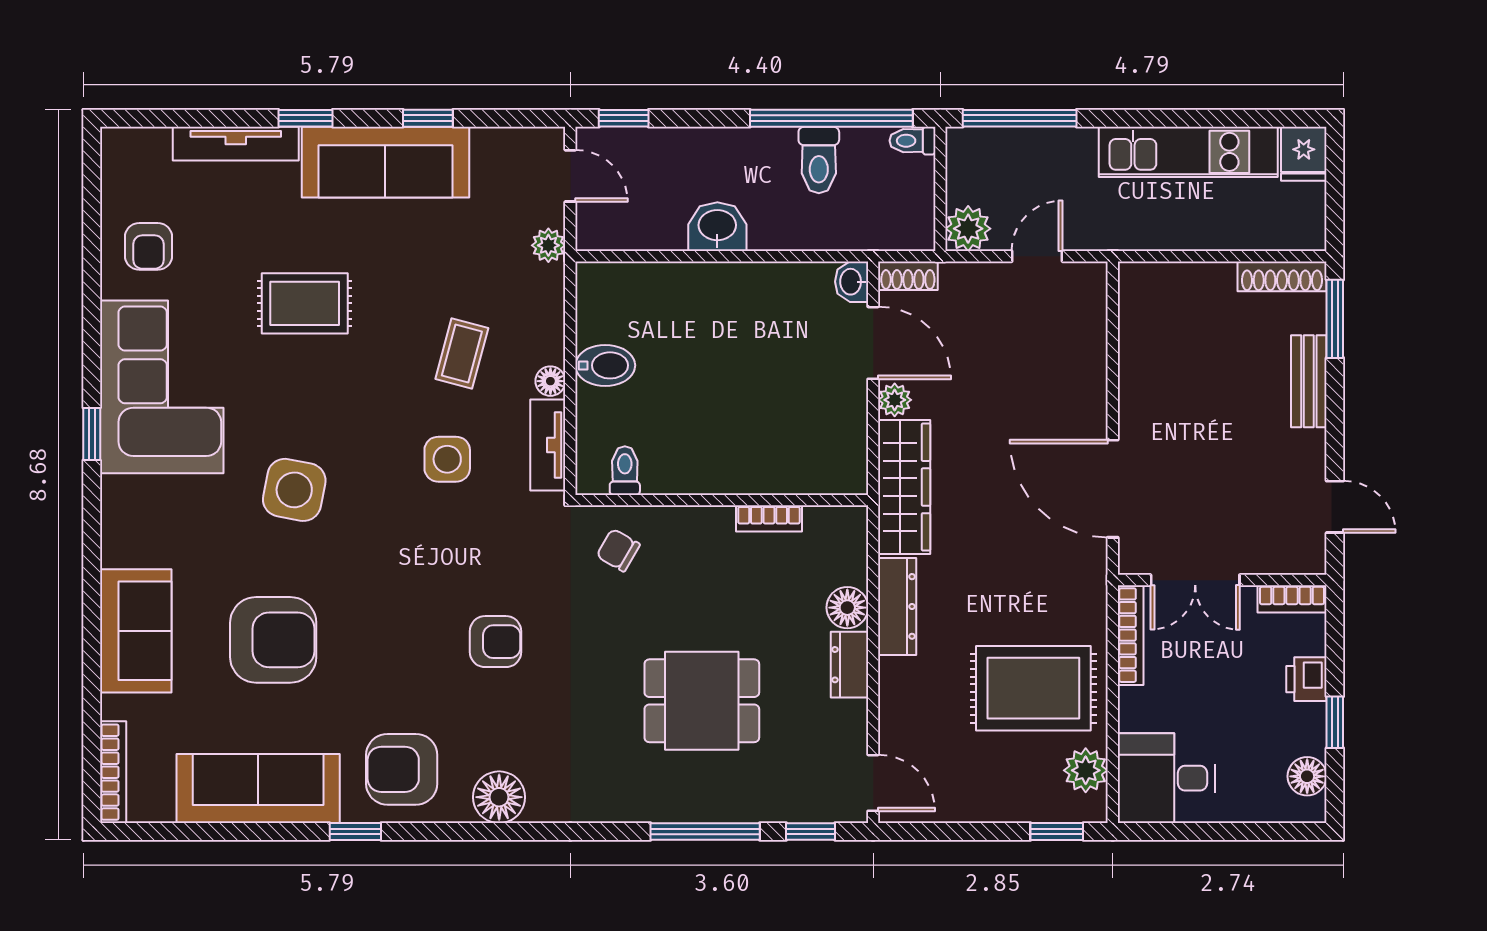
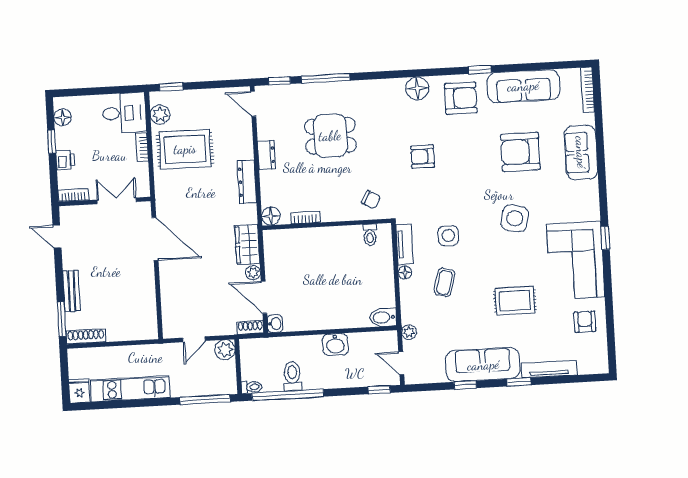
bidet: (605, 365) -> (383, 317), moved
wardrobe: (904, 487) -> (247, 244), width x0.67
floor lamp: (847, 608) -> (271, 216), moved
bookcase: (1131, 635) -> (142, 147), moved, width x0.64

